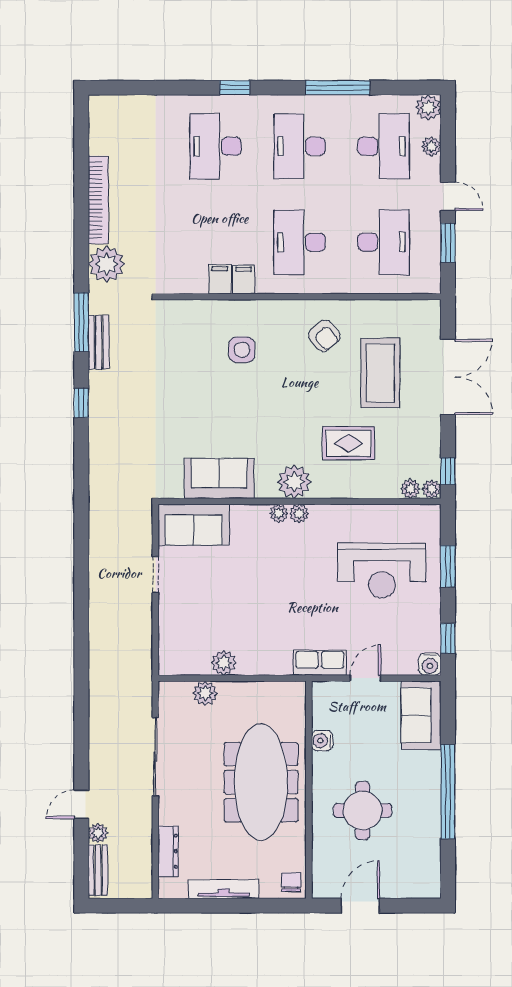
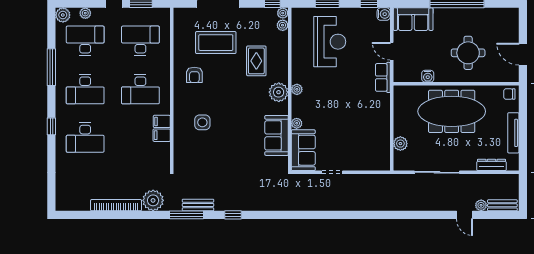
armchair: (324, 336) -> (194, 75), turned 131
plant: (279, 513) -> (297, 123), moved
plant: (224, 663) -> (383, 133), removed

